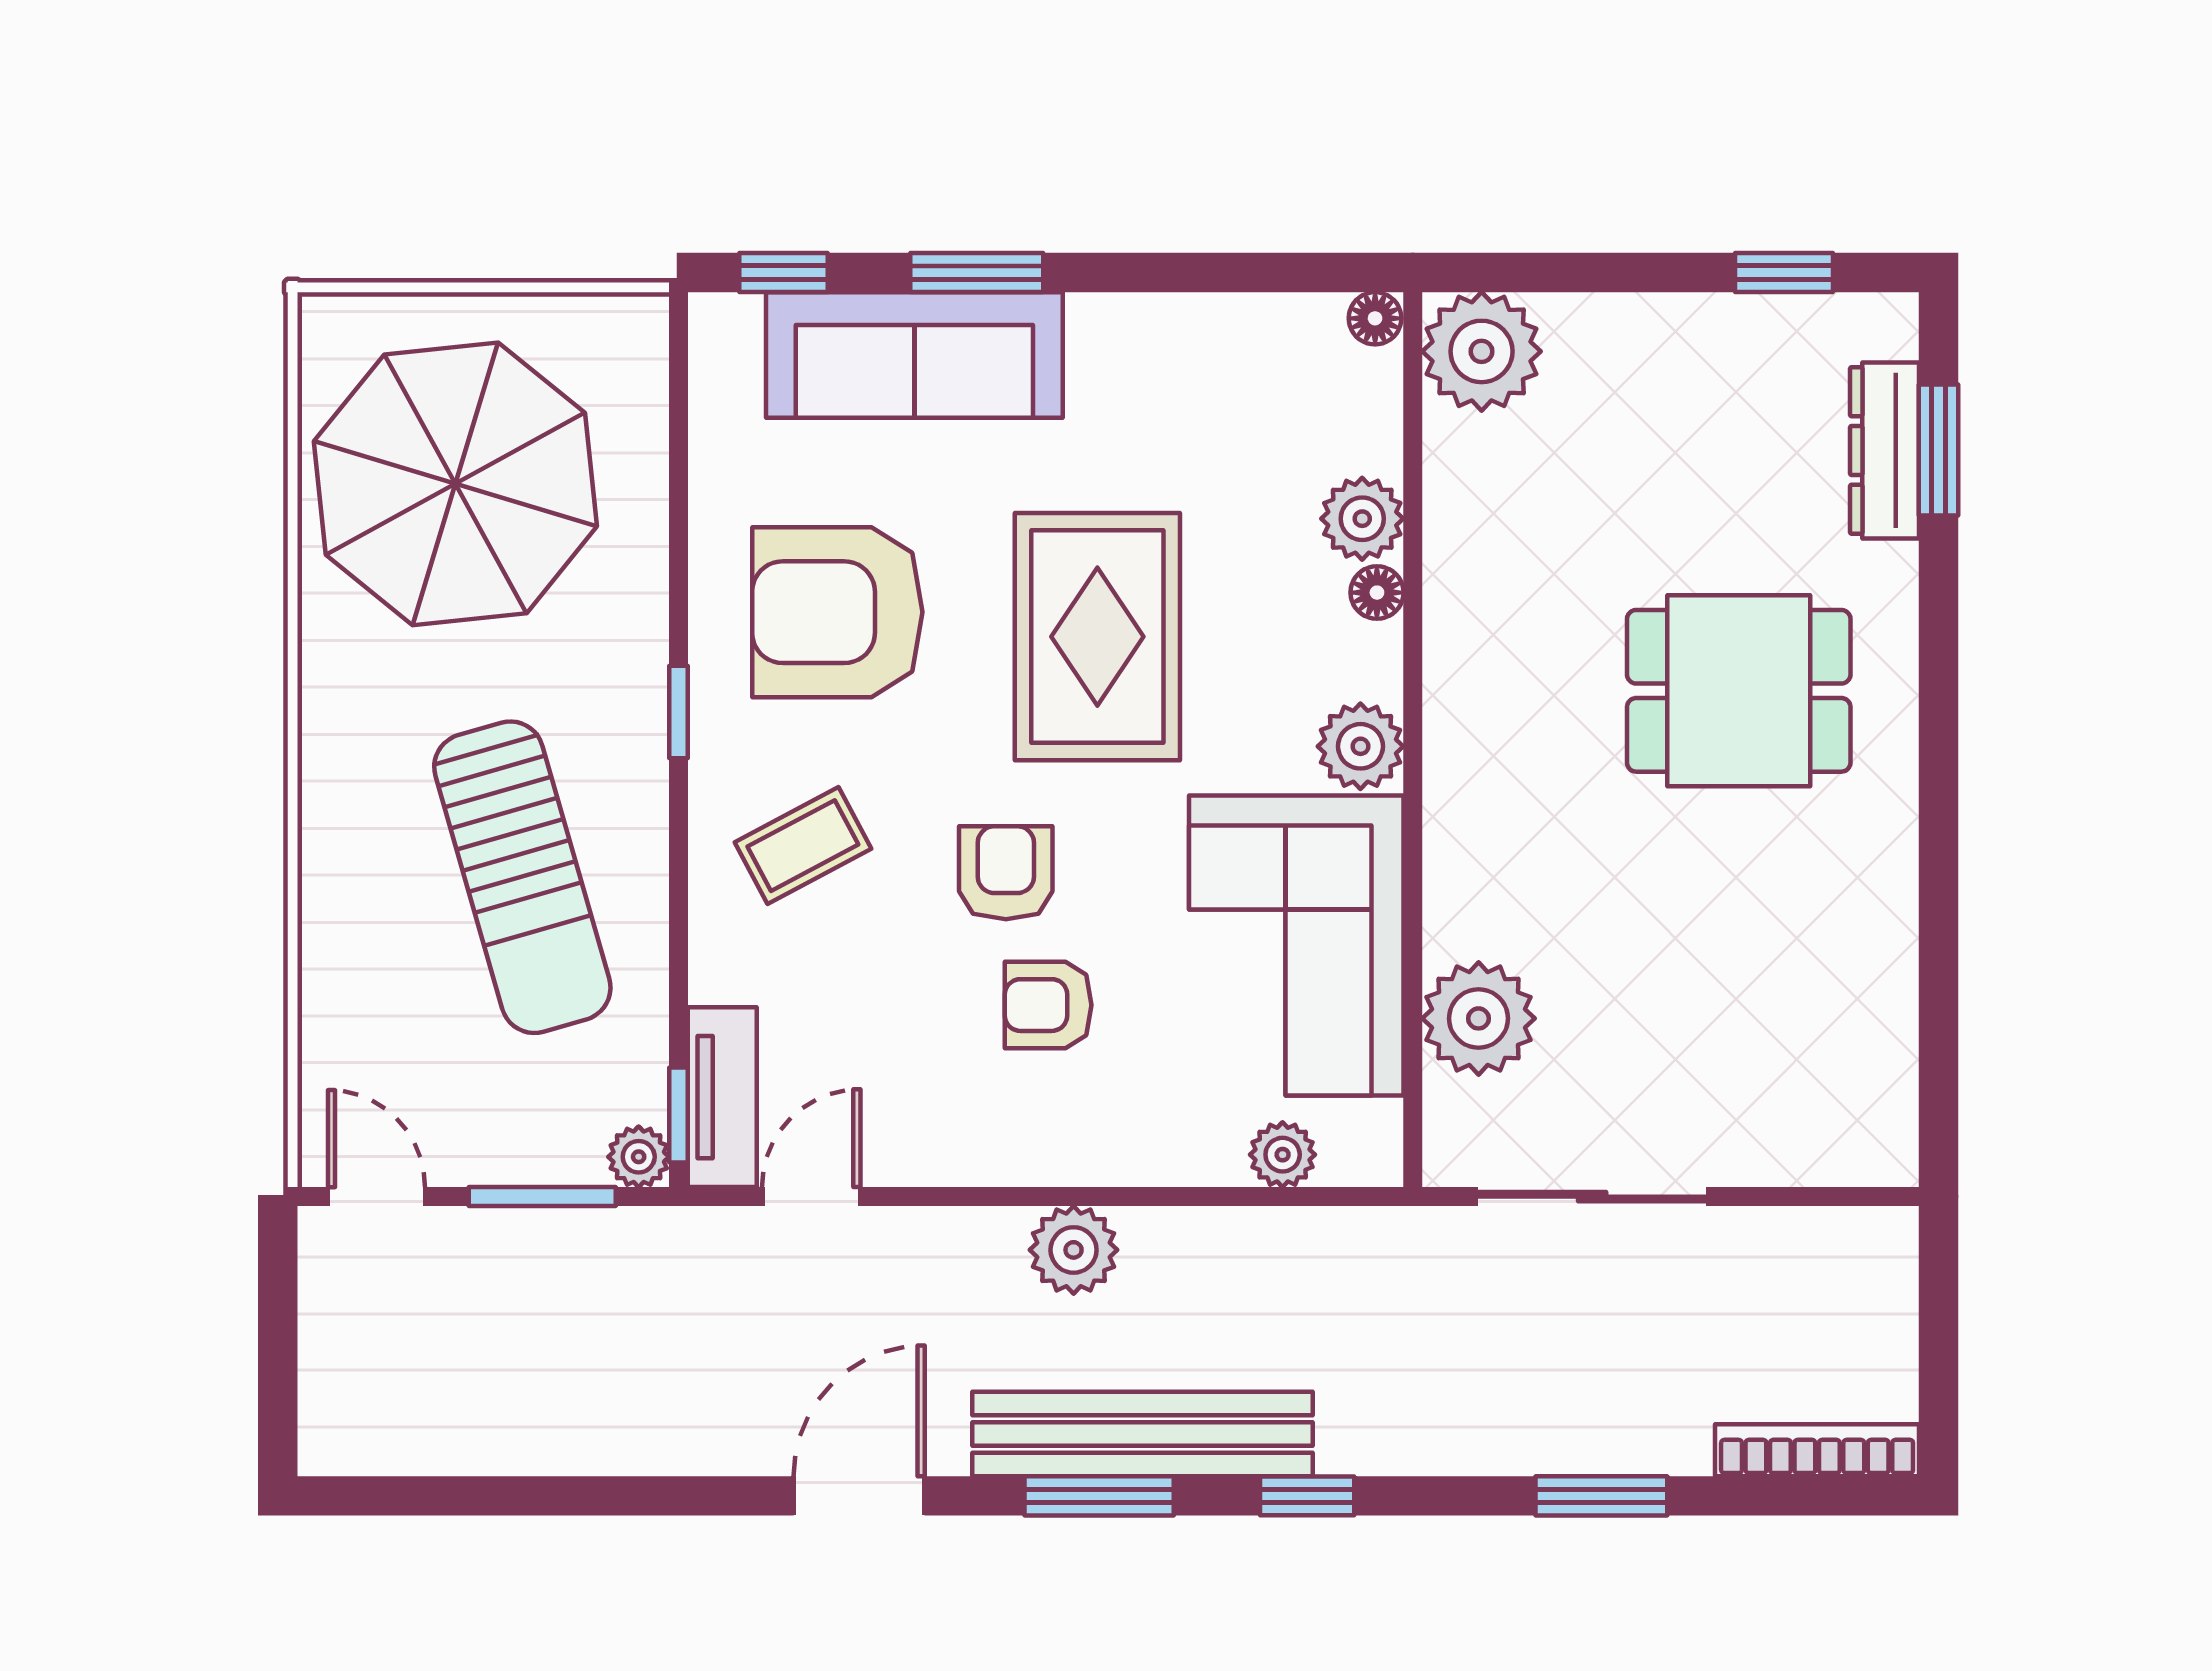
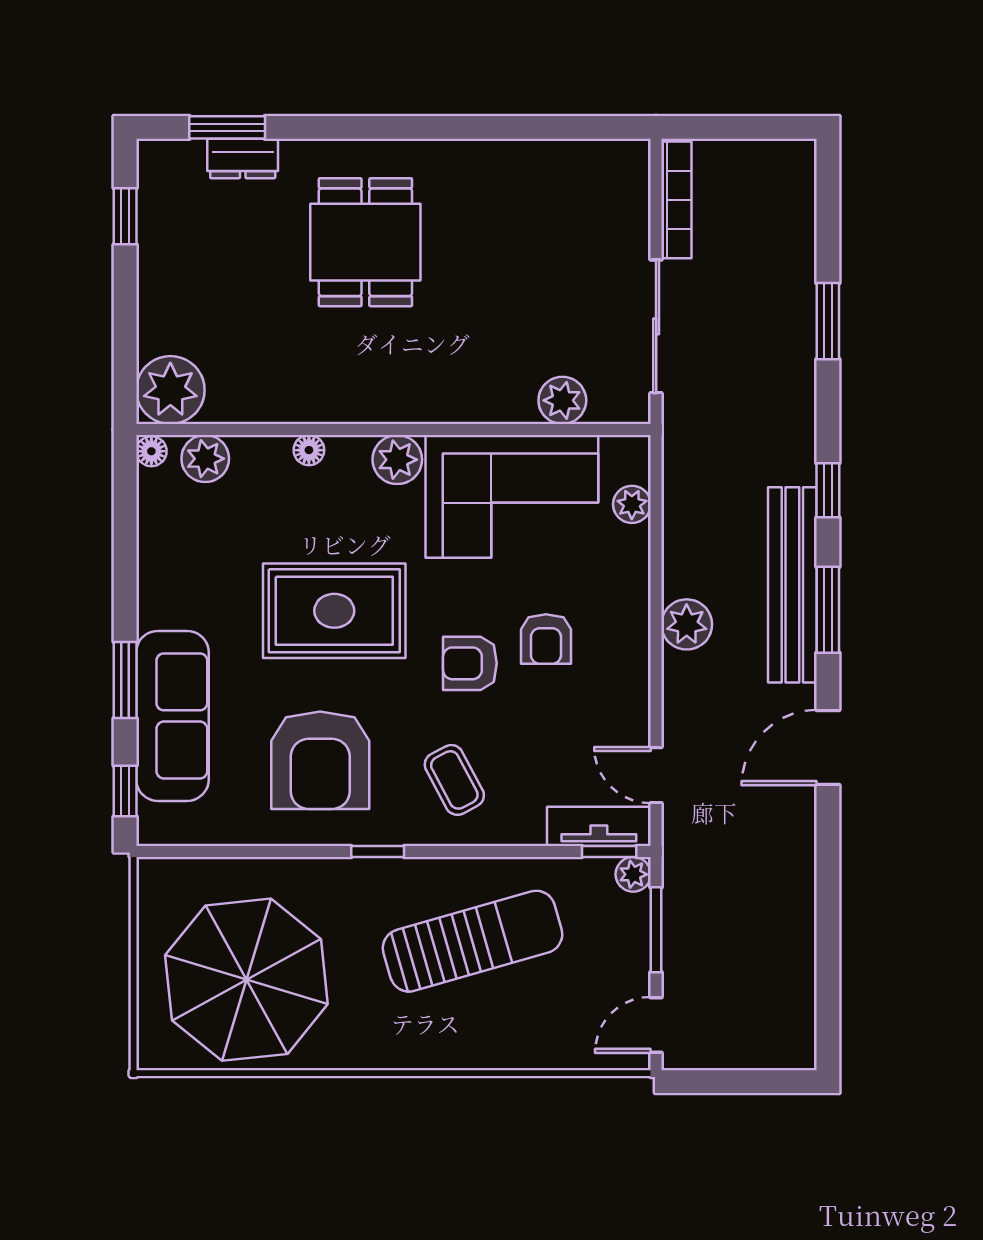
dresser: (1884, 450) -> (243, 158), width x0.70
plant: (1362, 519) -> (205, 459), moved
plant: (1479, 1018) -> (562, 400), width x0.73, depth x0.73
bookcase: (1817, 1450) -> (676, 200), moved, turned 180
door: (859, 1496) -> (828, 748), hinge flipped

